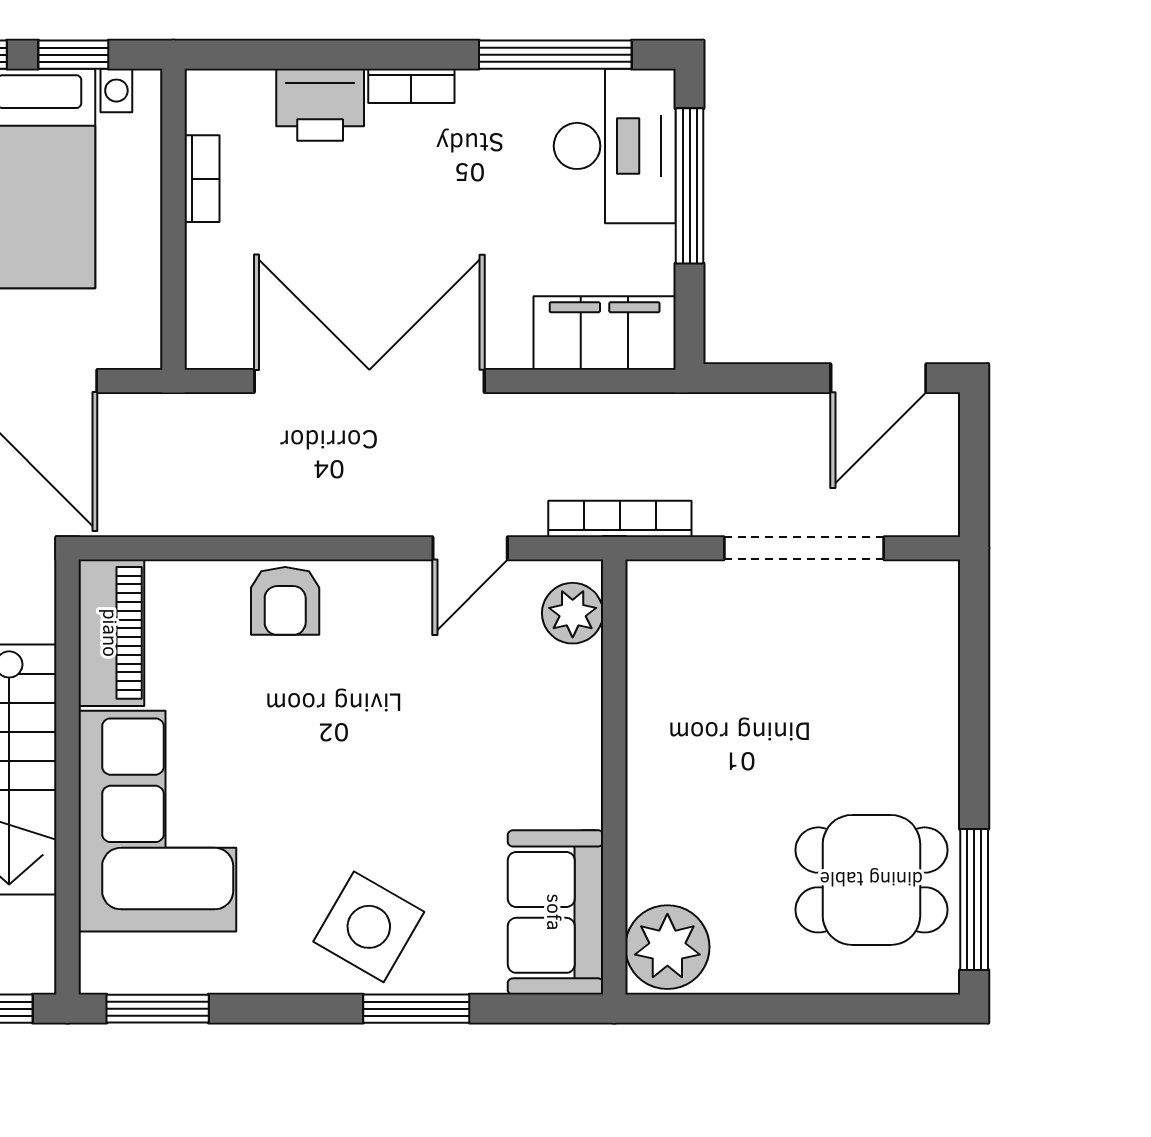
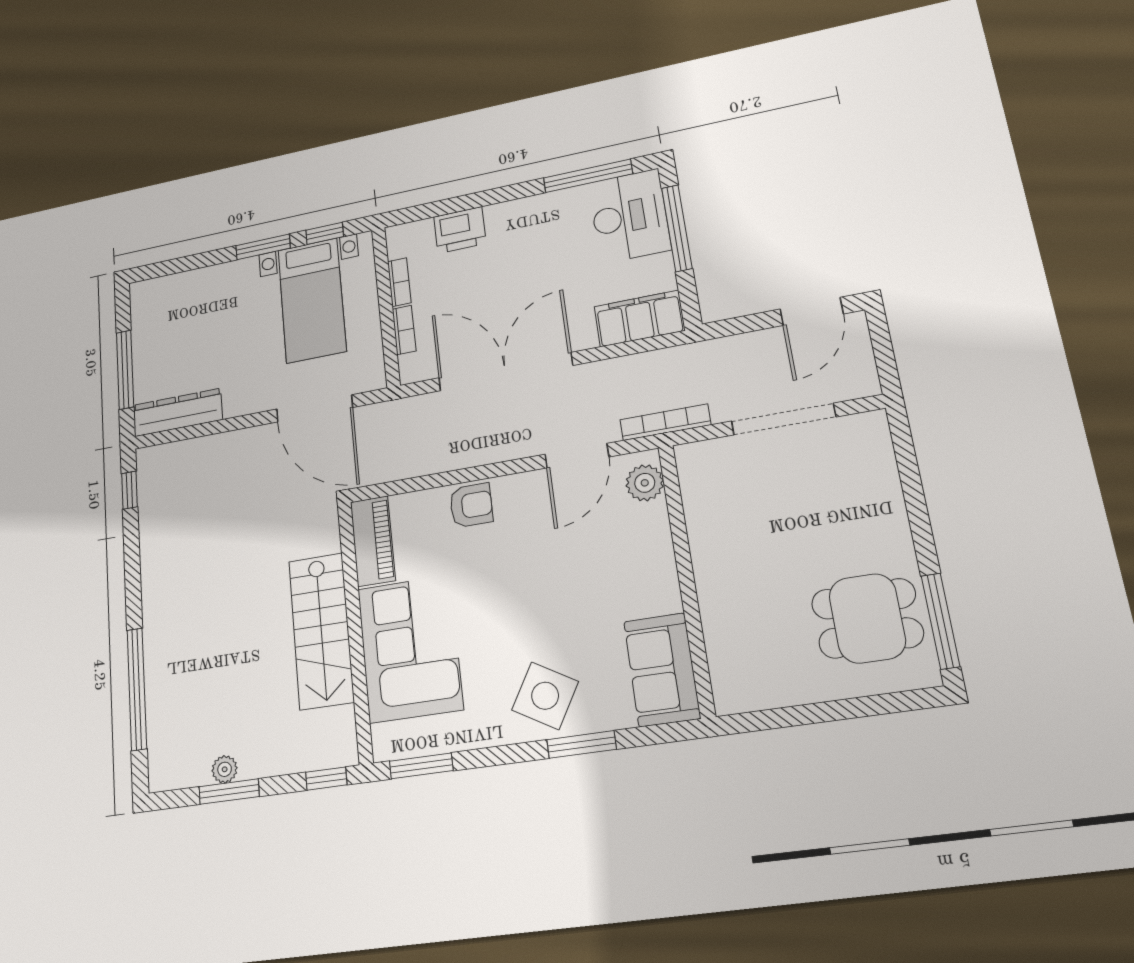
bookcase: (411, 86) -> (404, 330), moved, turned -90
door: (470, 548) -> (577, 456), width x1.38
armchair: (285, 601) -> (471, 505), turned -90
plant: (667, 947) -> (738, 682), removed

